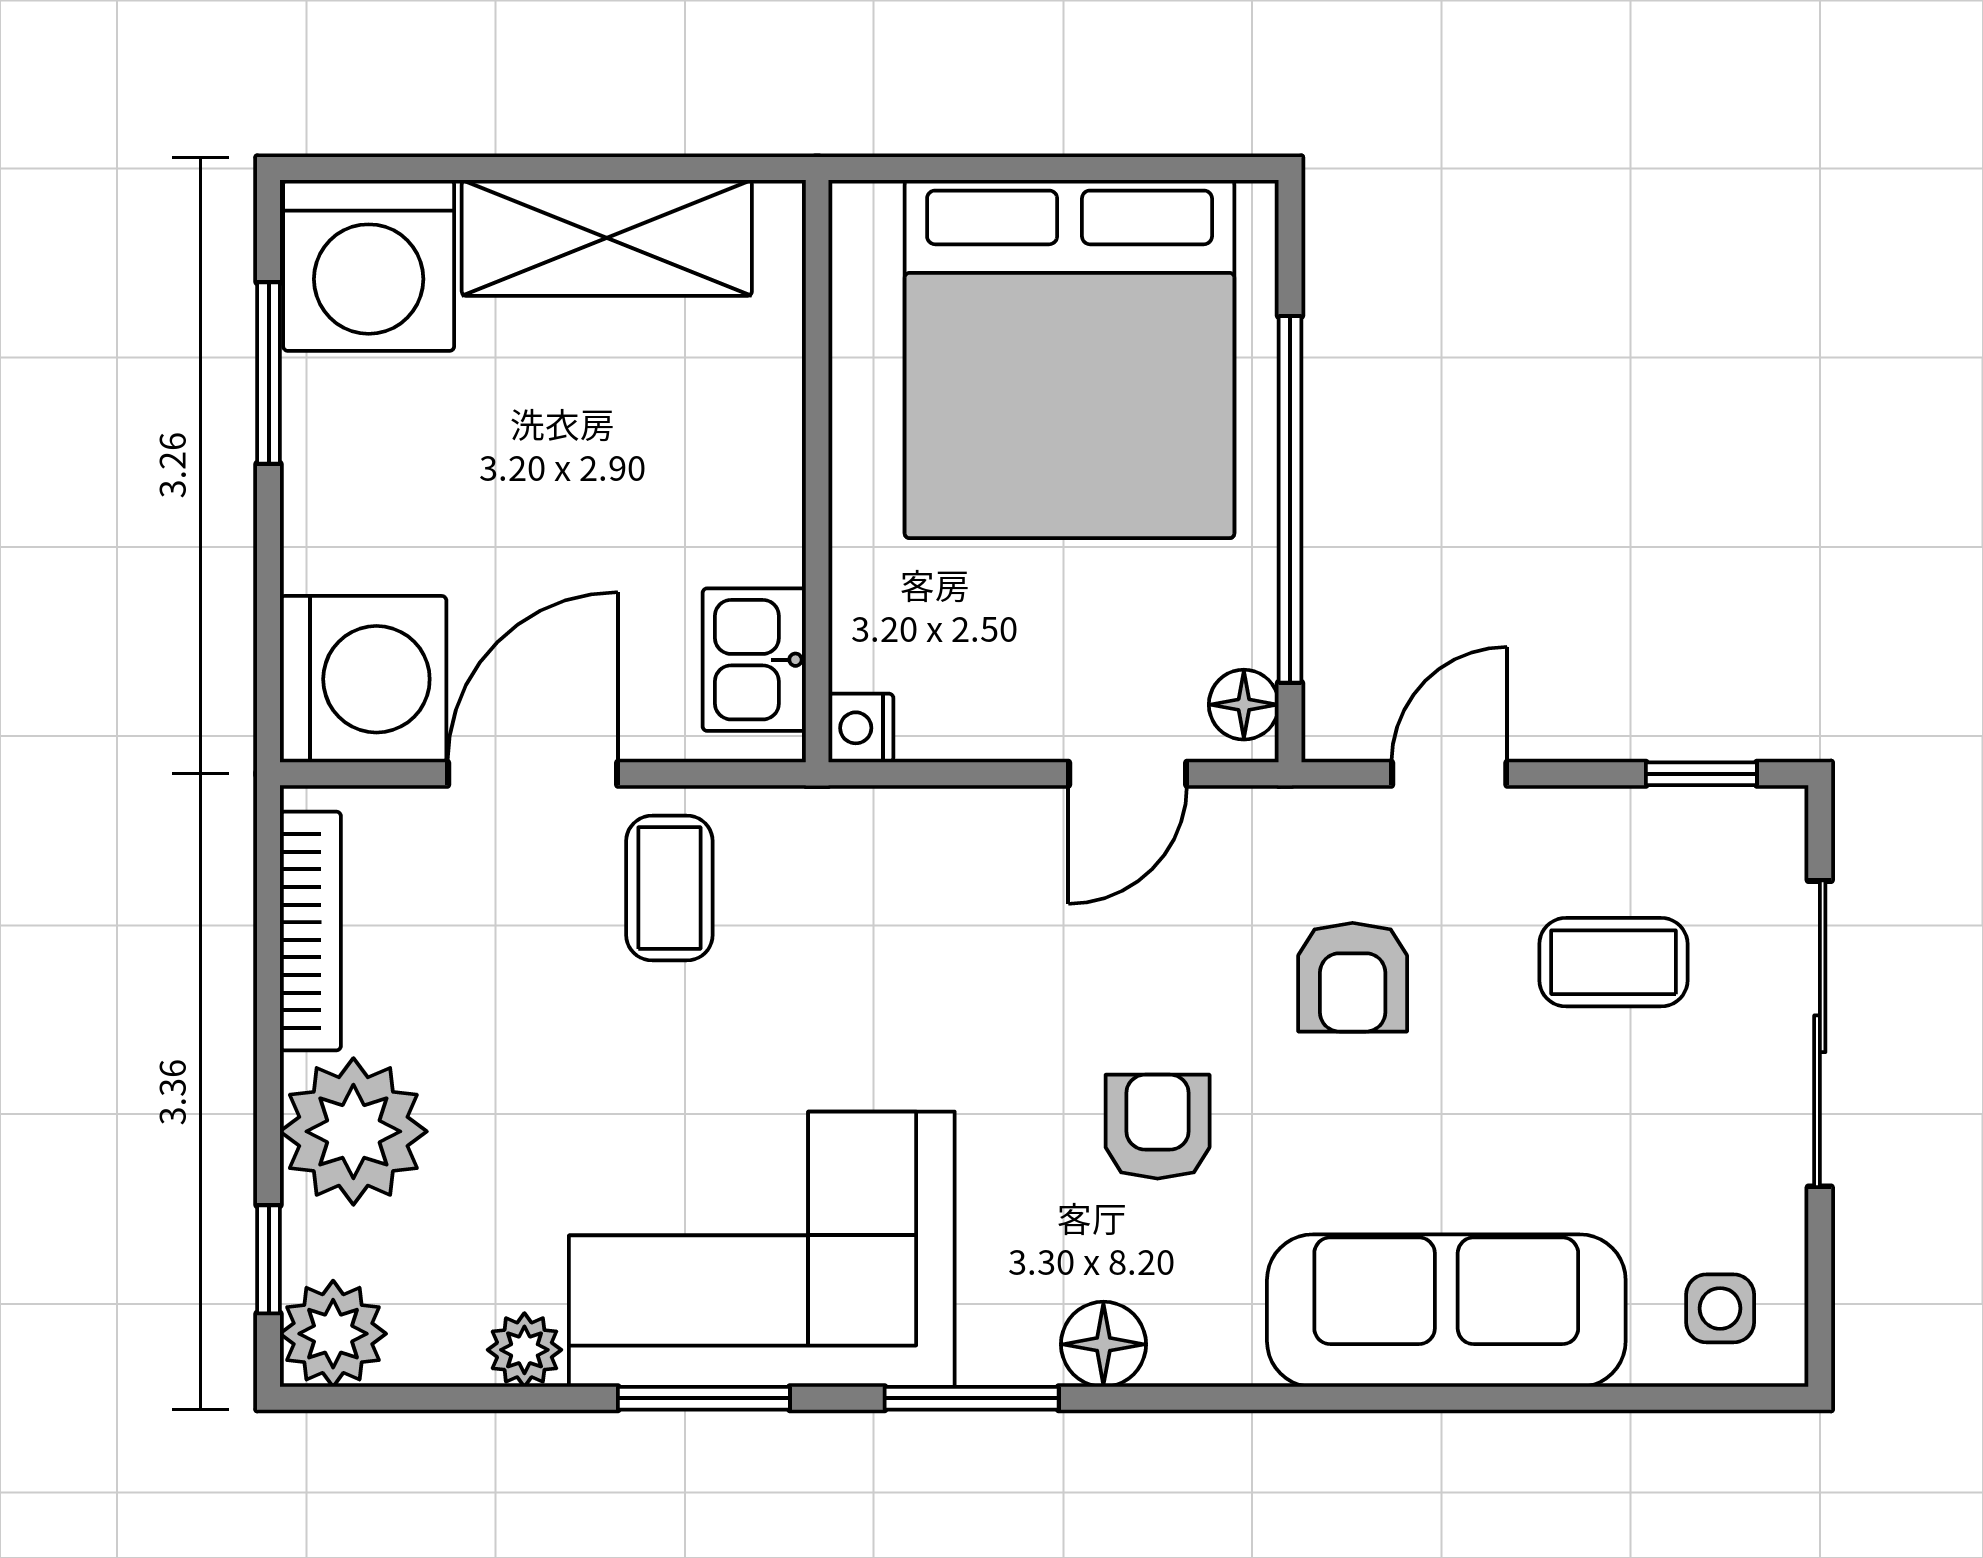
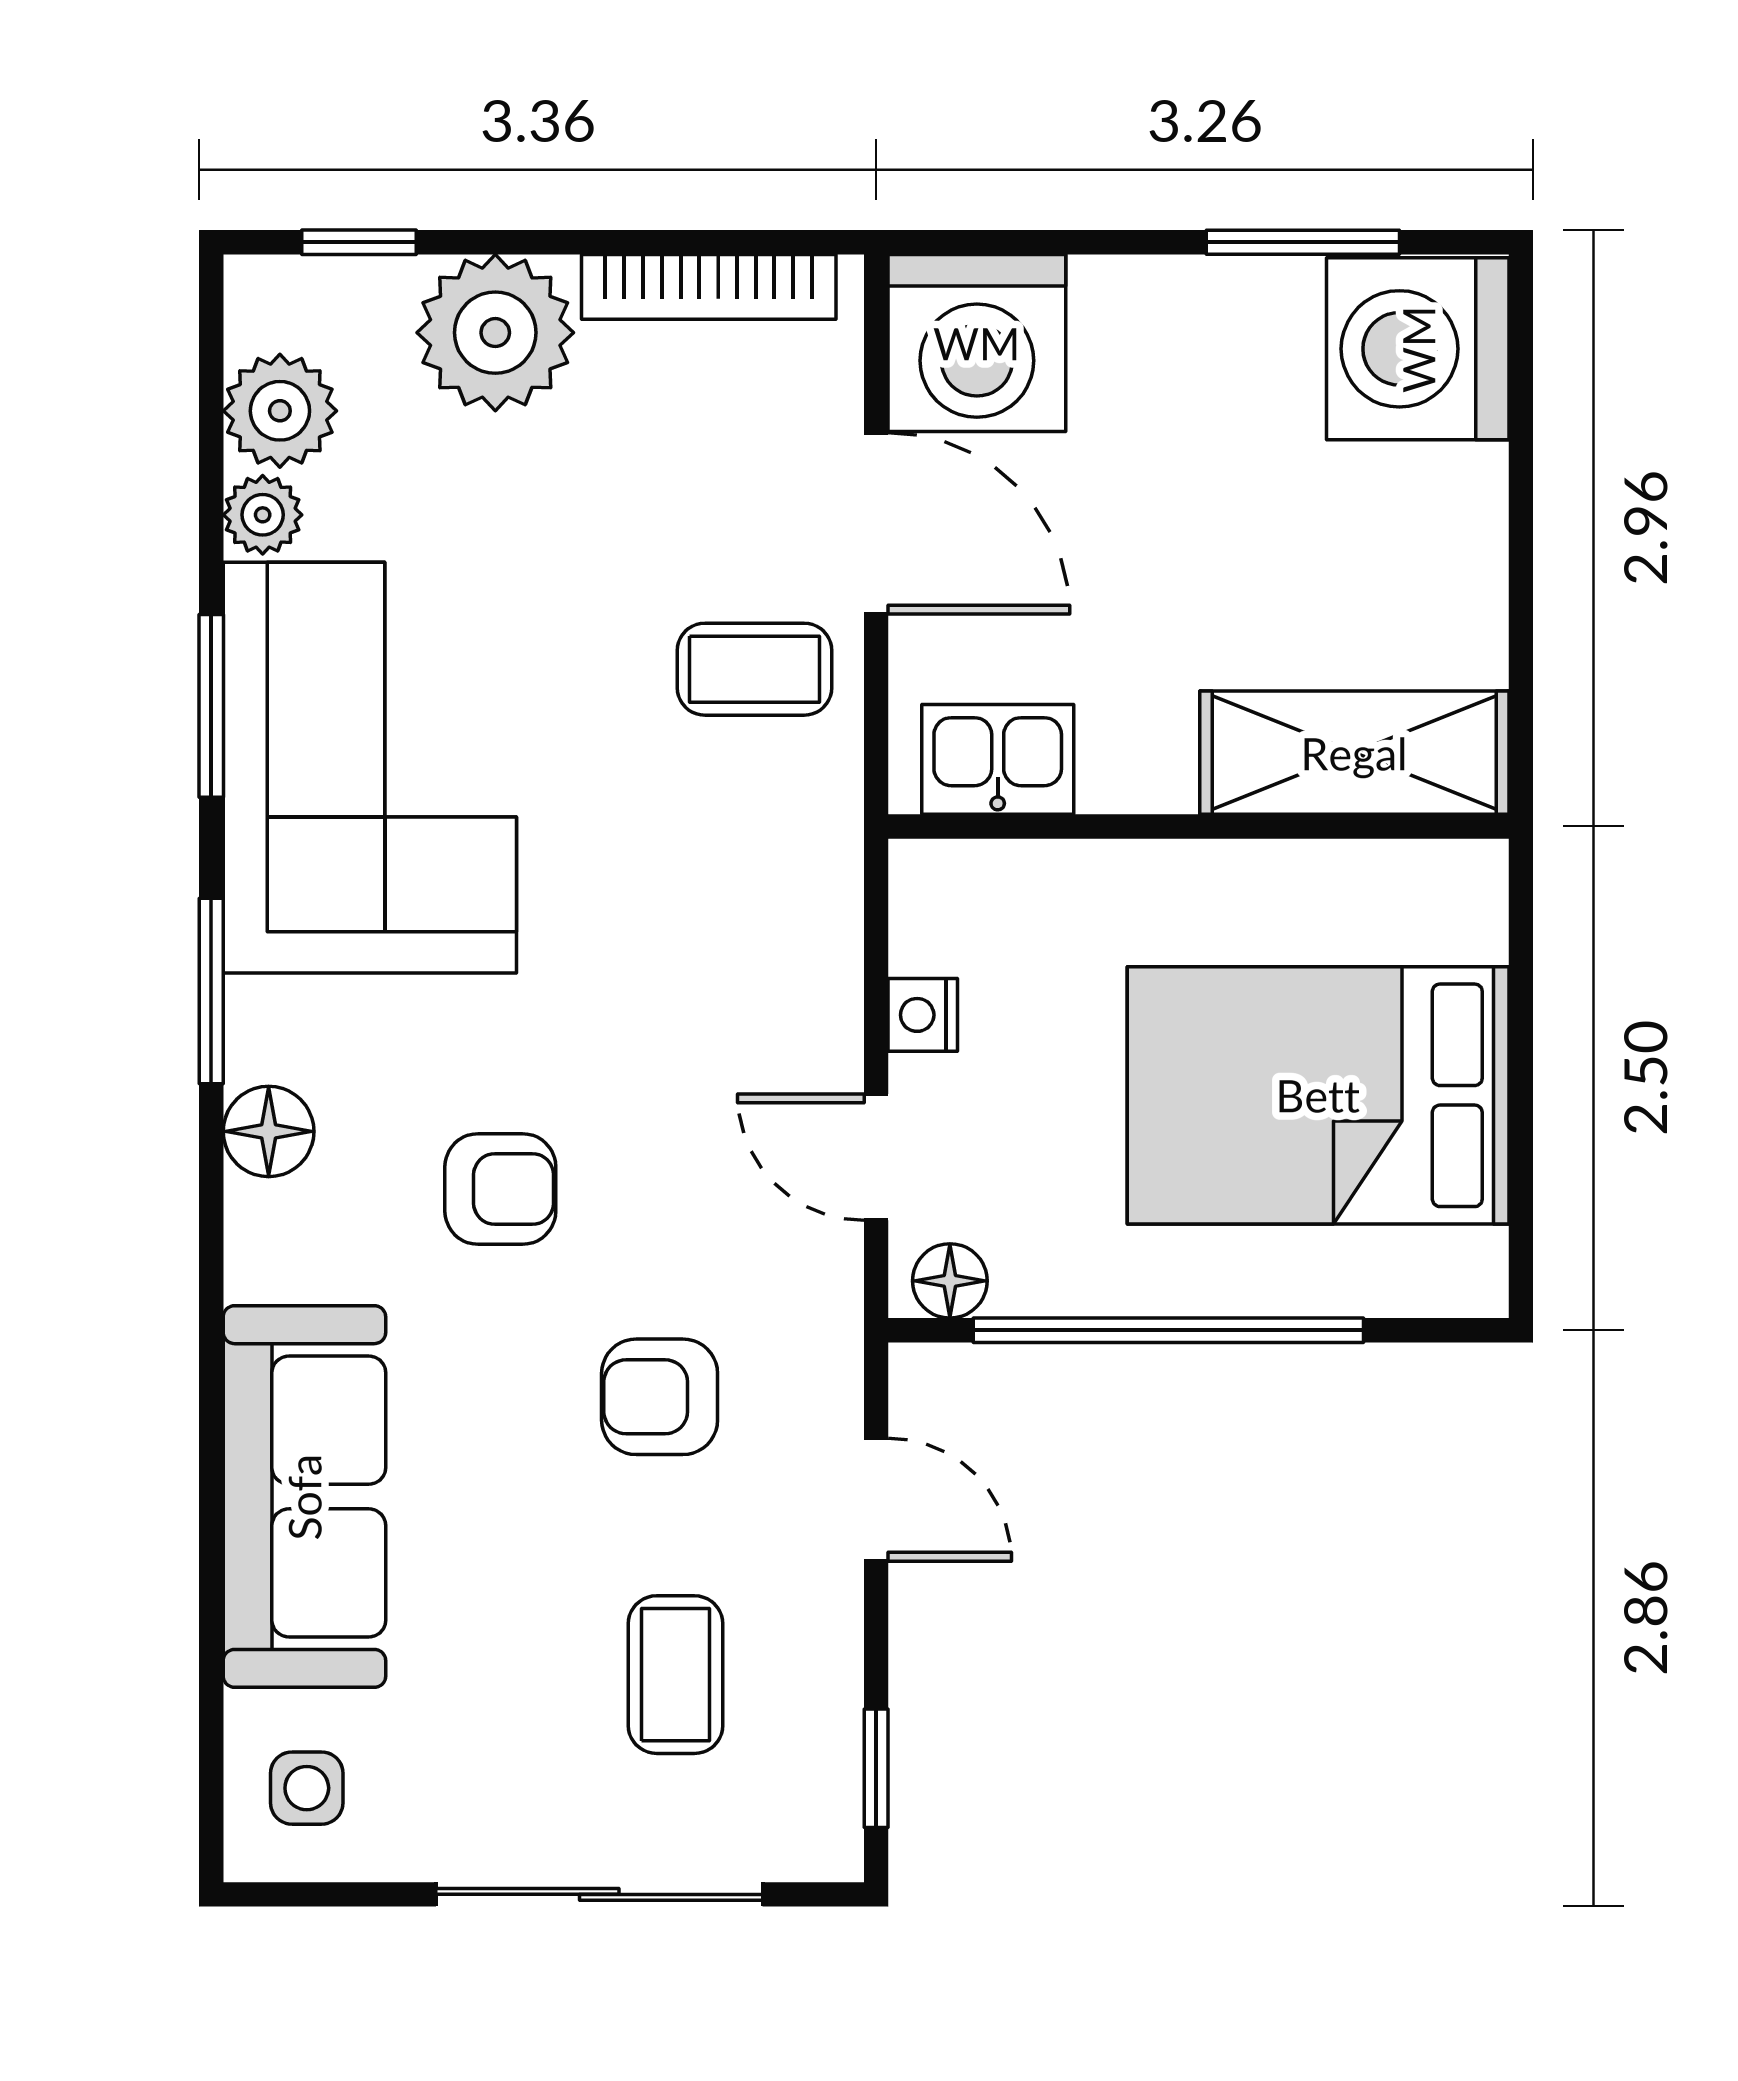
shelving: (607, 238) -> (1354, 753), moved, turned 90
bed: (1070, 359) -> (1318, 1095), width x0.73
nightstand: (861, 728) -> (923, 1015), moved, turned -90
plant: (333, 1334) -> (280, 411), moved

